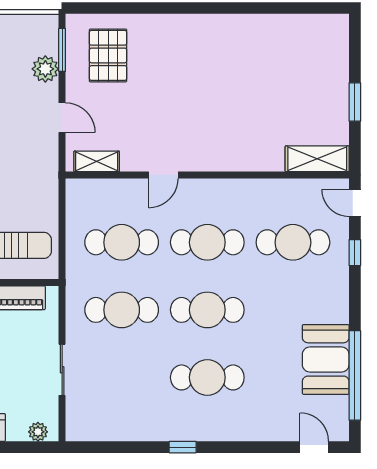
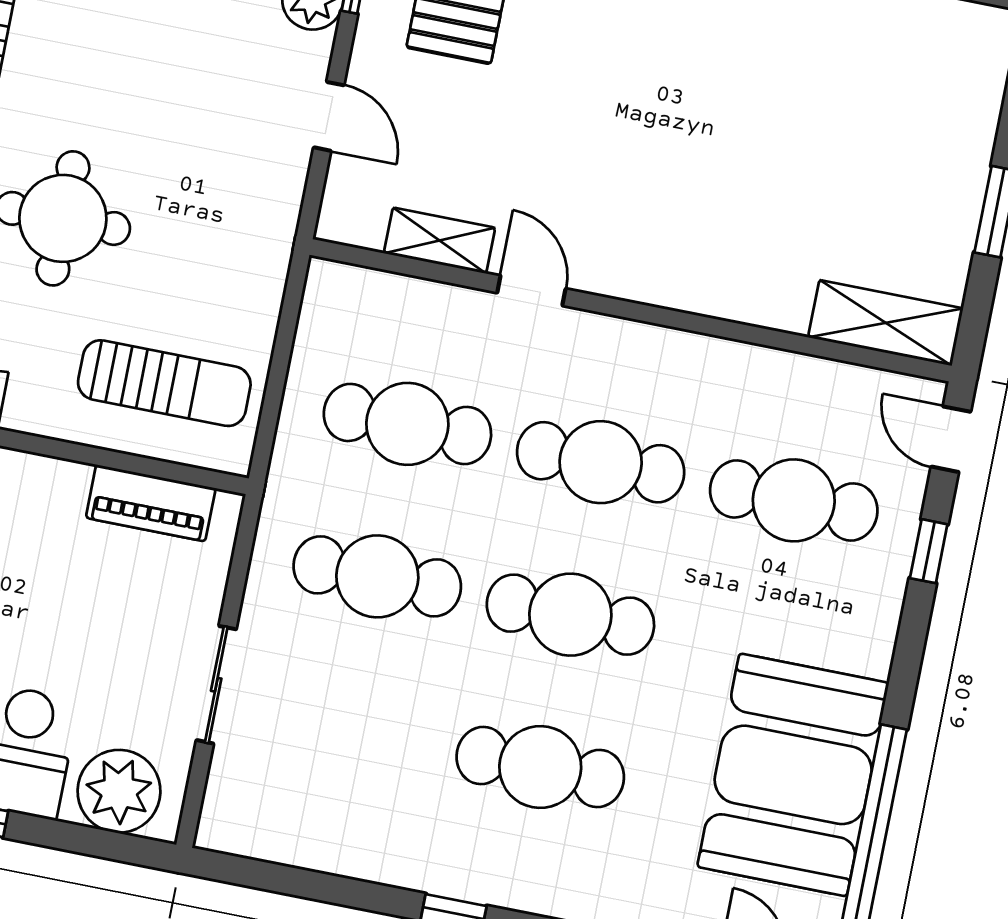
shelving: (97, 161) -> (439, 240), moved
door: (163, 175) -> (531, 291), swing flipped
booth: (326, 359) -> (793, 775), width x1.36, depth x1.42
plant: (38, 432) -> (119, 791), width x1.87, depth x1.87

